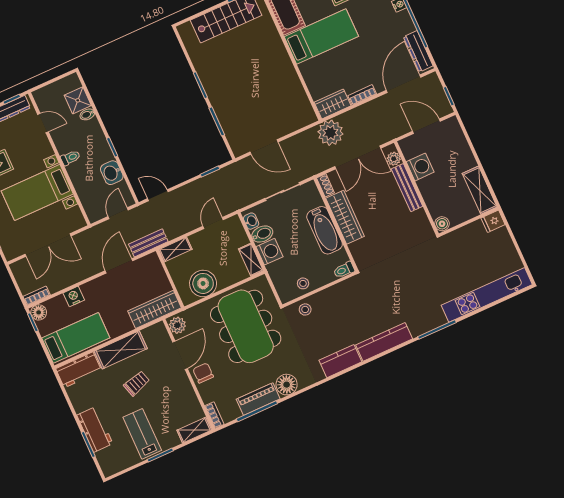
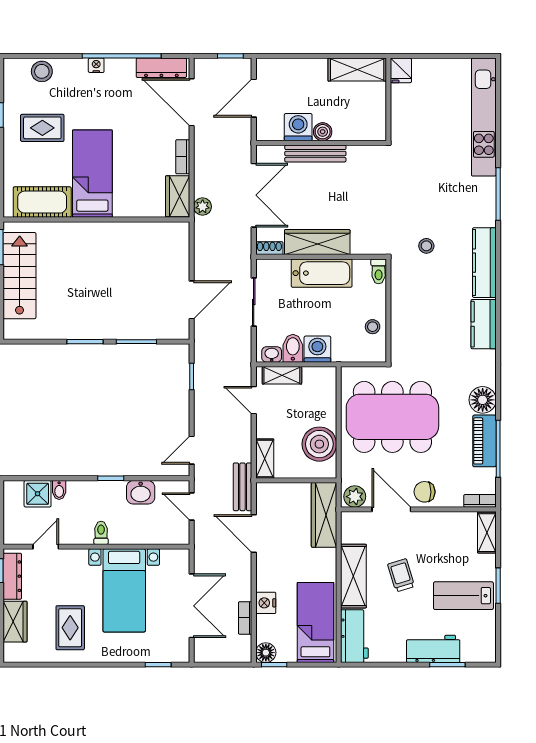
plant: (330, 133) -> (203, 207), width x0.53, depth x0.53
plant: (394, 159) -> (274, 154), removed
boiler: (442, 224) -> (323, 132), moved
shelving: (251, 260) -> (282, 375), moved
bookcase: (37, 296) -> (245, 618), moved
stool: (305, 309) -> (426, 246), moved

